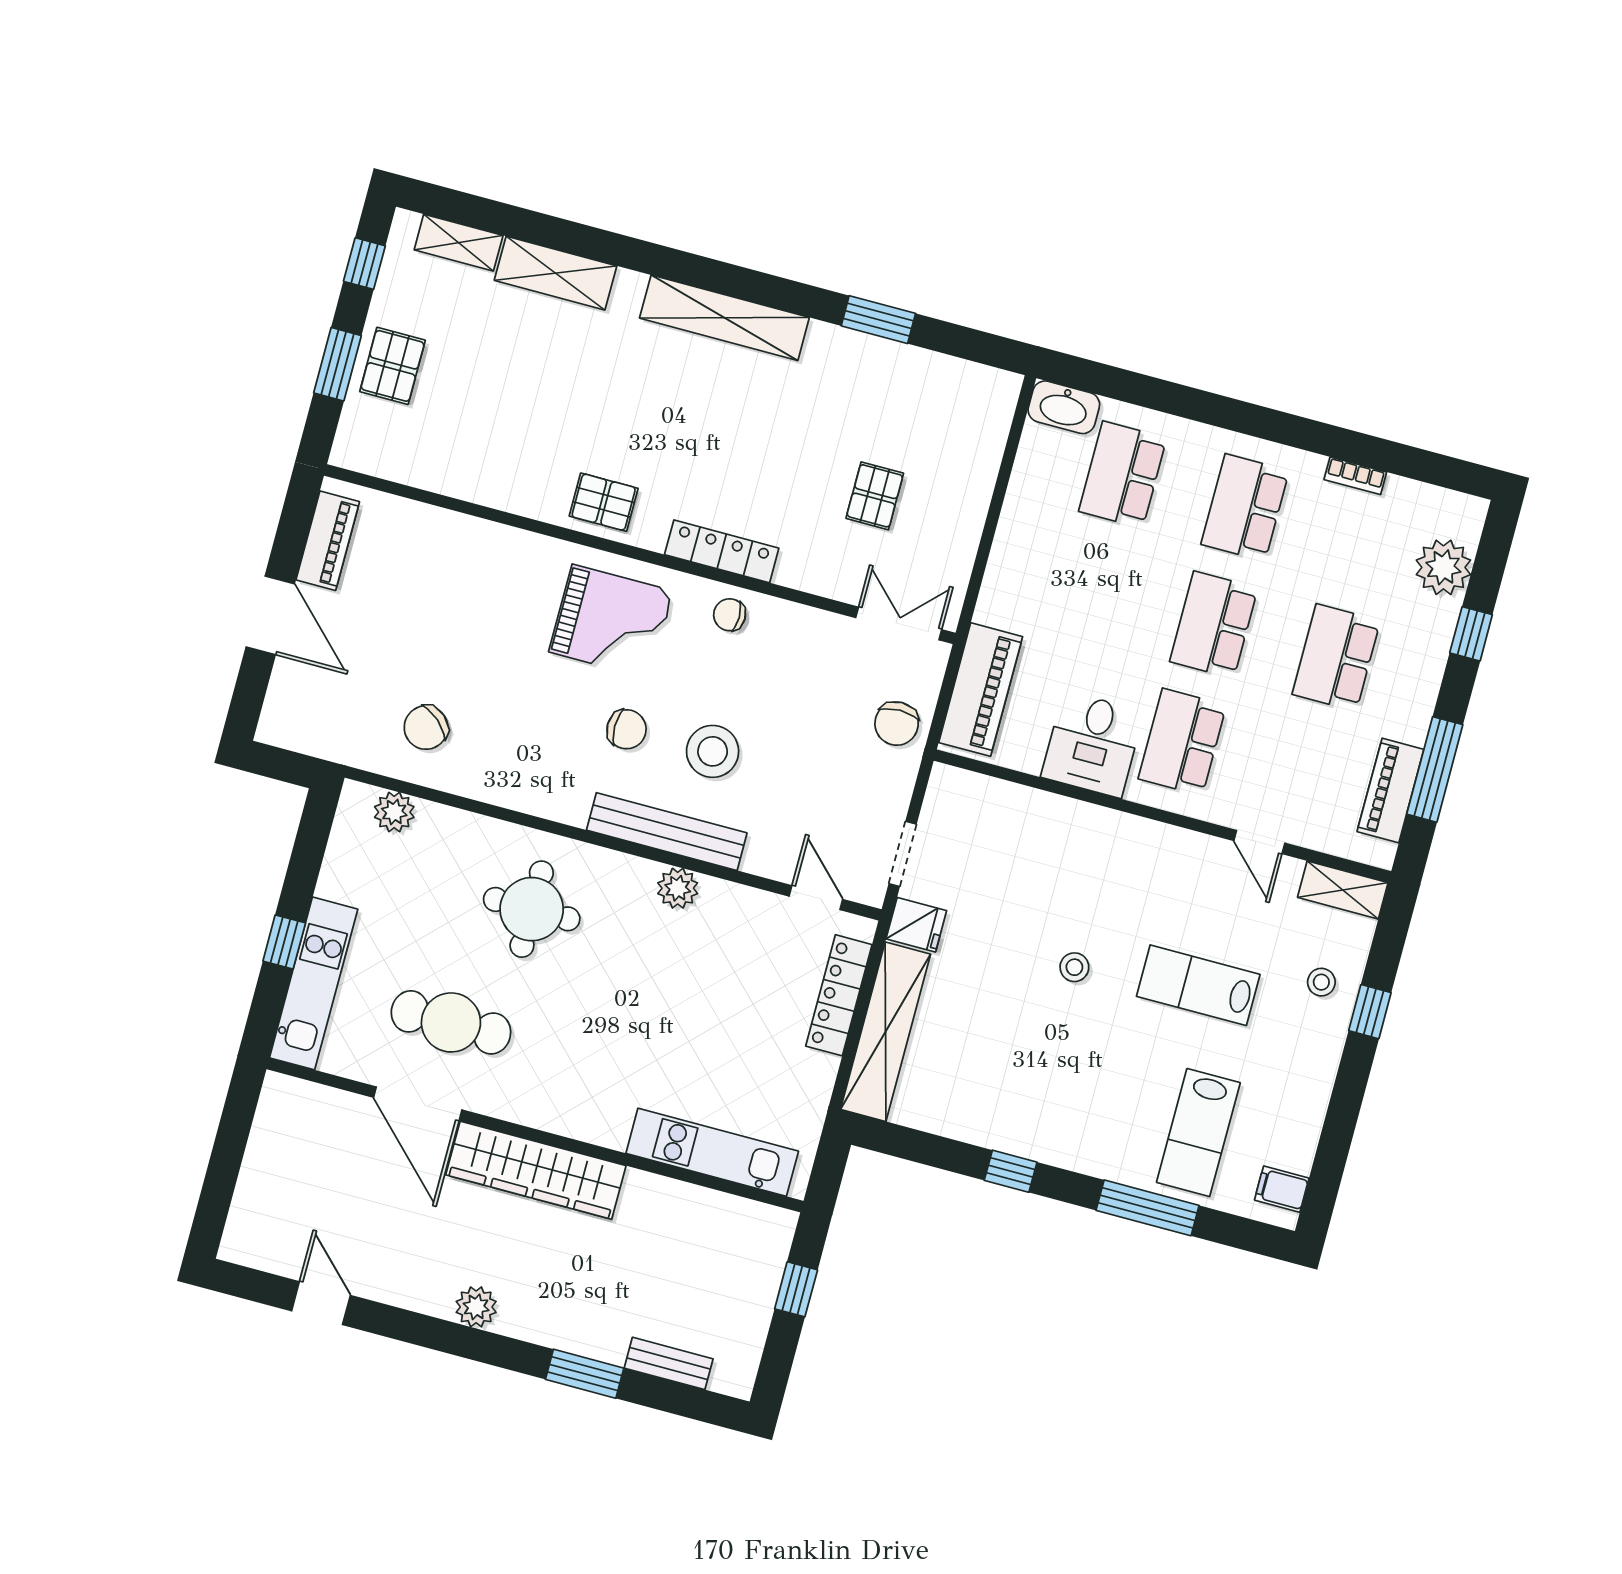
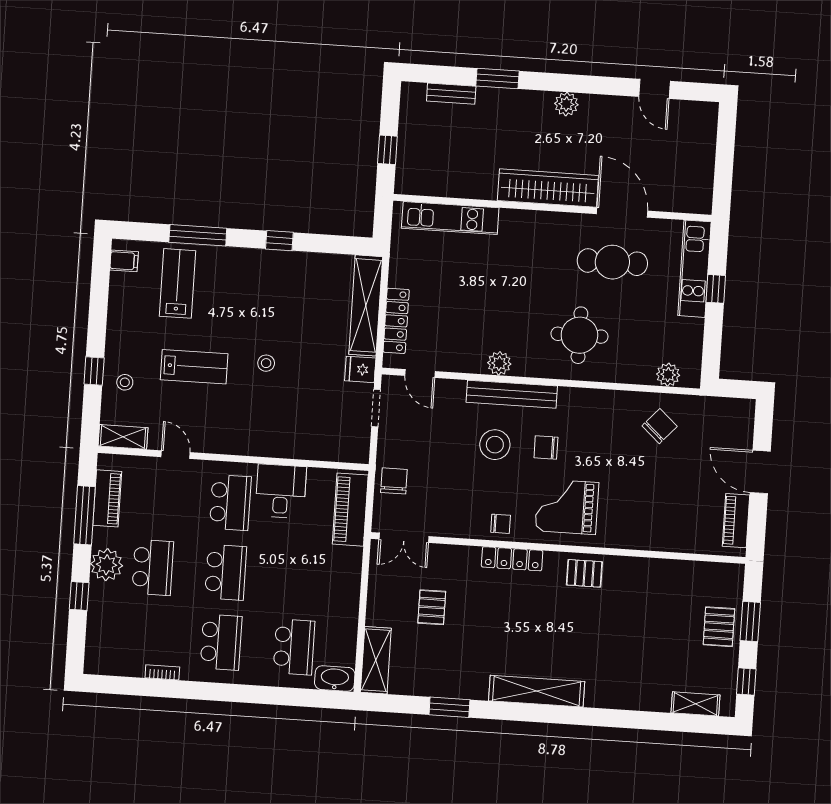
shelving: (556, 273) -> (376, 660), moved, turned 90
plant: (1443, 567) -> (107, 565), moved

